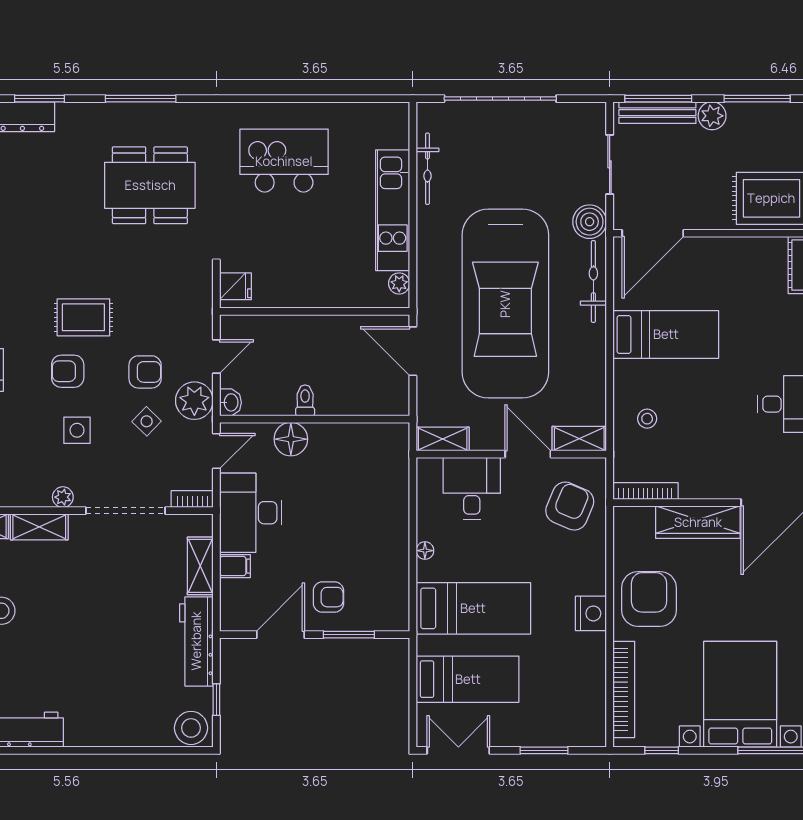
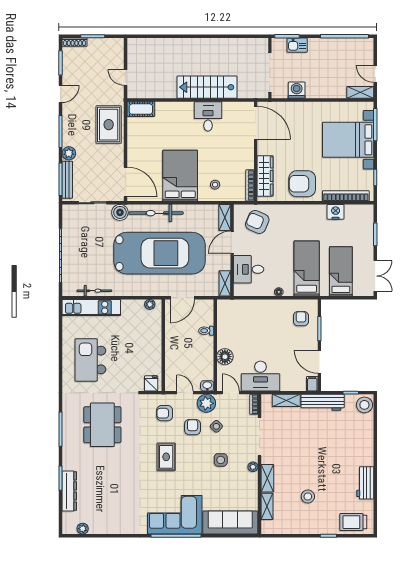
kitchen unit: (393, 210) -> (91, 308), moved
bicycle: (593, 281) -> (156, 213), width x1.37, depth x1.40
bed: (666, 334) -> (180, 176), width x1.50
armchair: (68, 371) -> (165, 413), moved, turned 90
toilet: (305, 400) -> (206, 331), moved
wardrobe: (698, 522) -> (265, 176), moved
filing cabinet: (235, 566) -> (312, 384), moved
armchair: (328, 597) -> (301, 319), moved
nightstand: (591, 613) -> (336, 212), moved
double door: (458, 750) -> (375, 276), swing flipped

